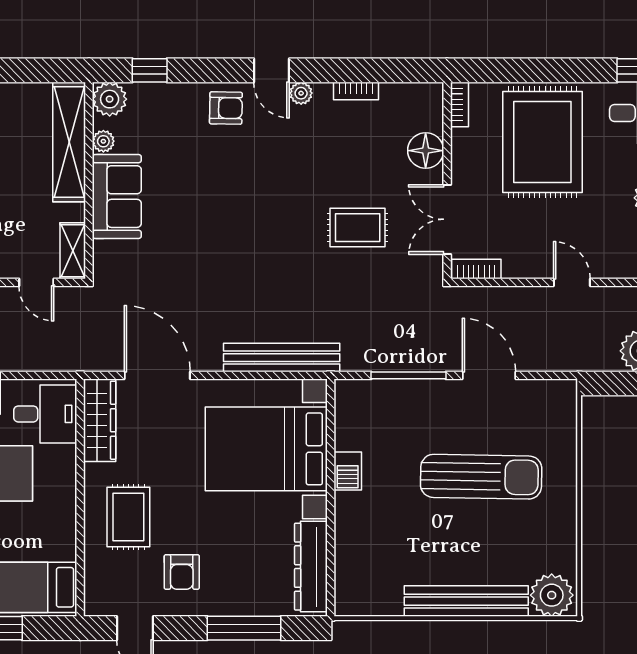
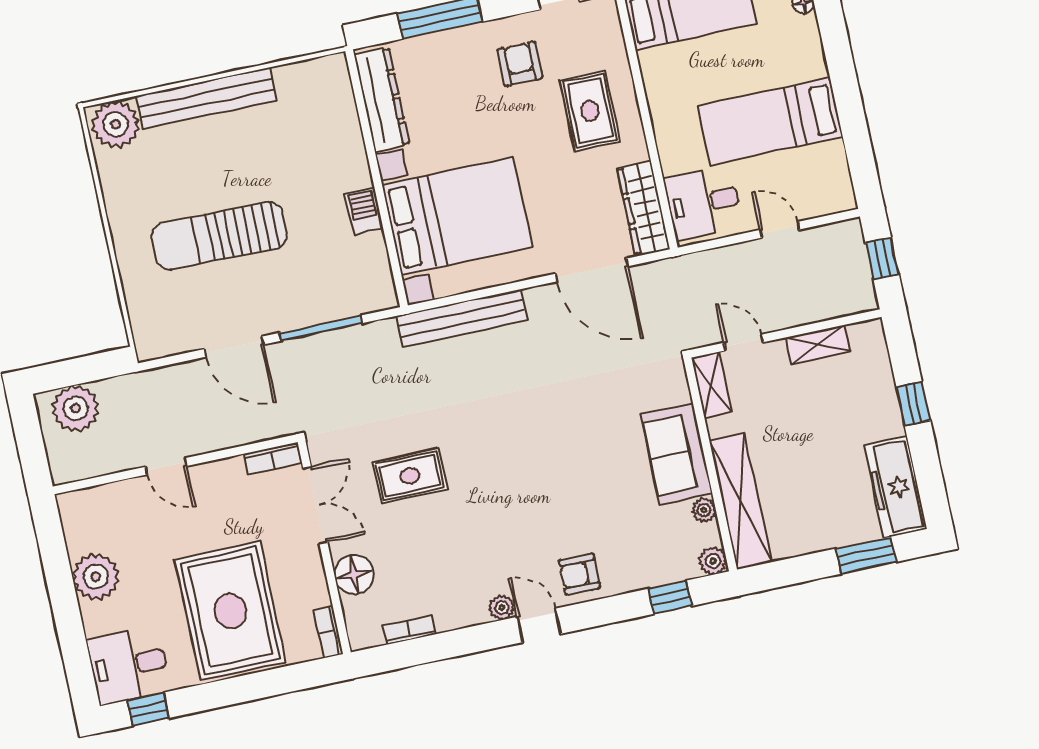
bookcase: (356, 91) -> (409, 630), moved
plant: (110, 99) -> (713, 561), width x0.73, depth x0.73

